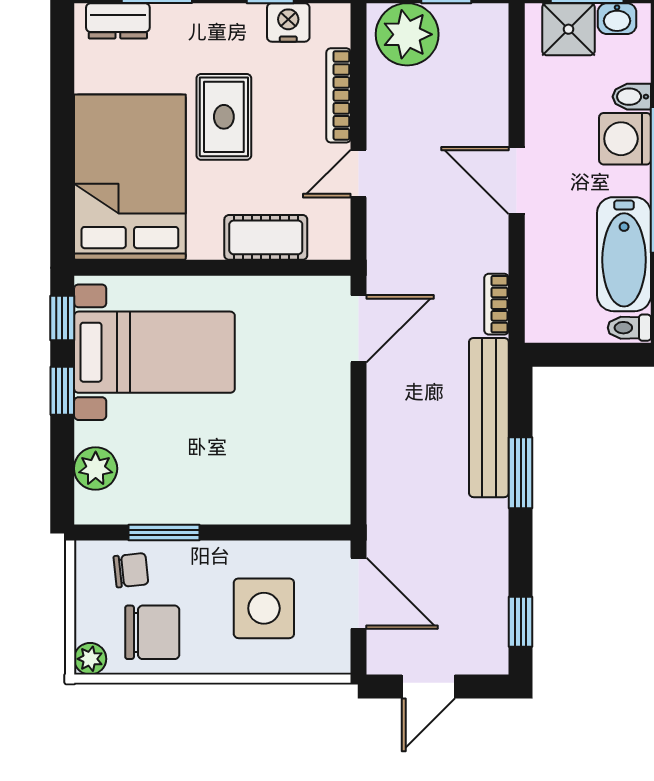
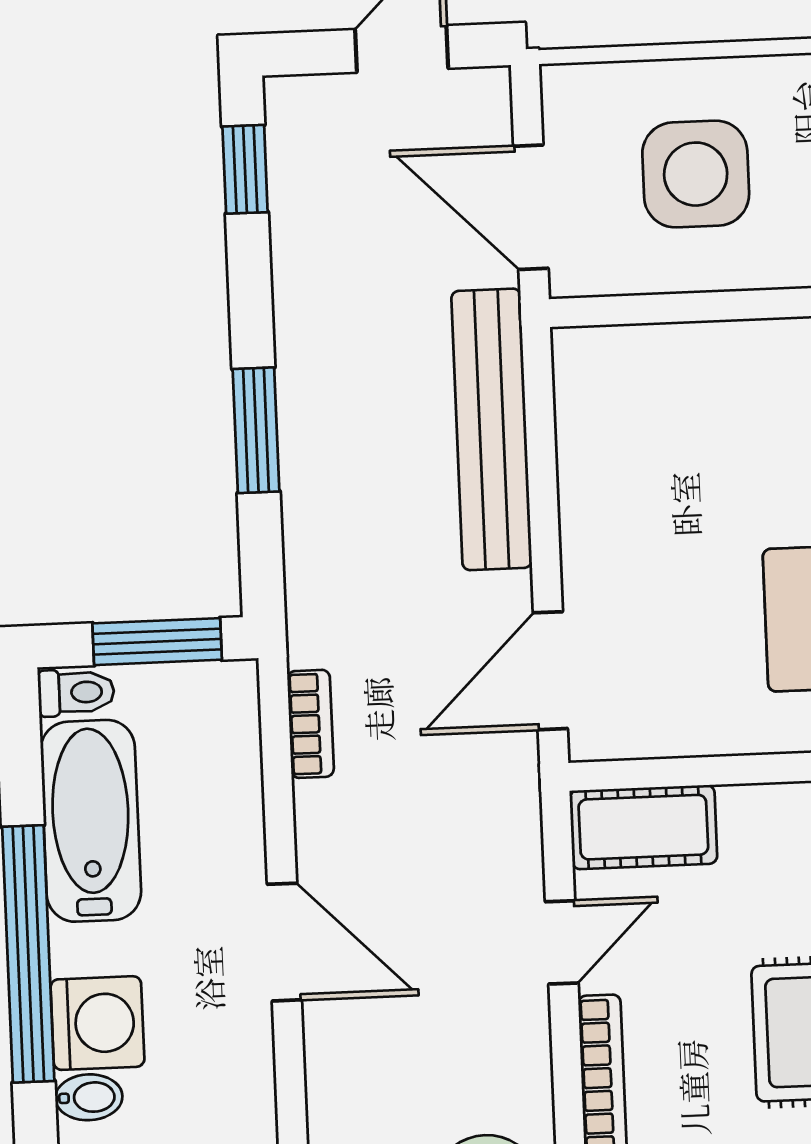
cot: (266, 237) -> (643, 827), moved
window: (582, 355) -> (157, 642), added
bench: (489, 418) -> (492, 429), moved

